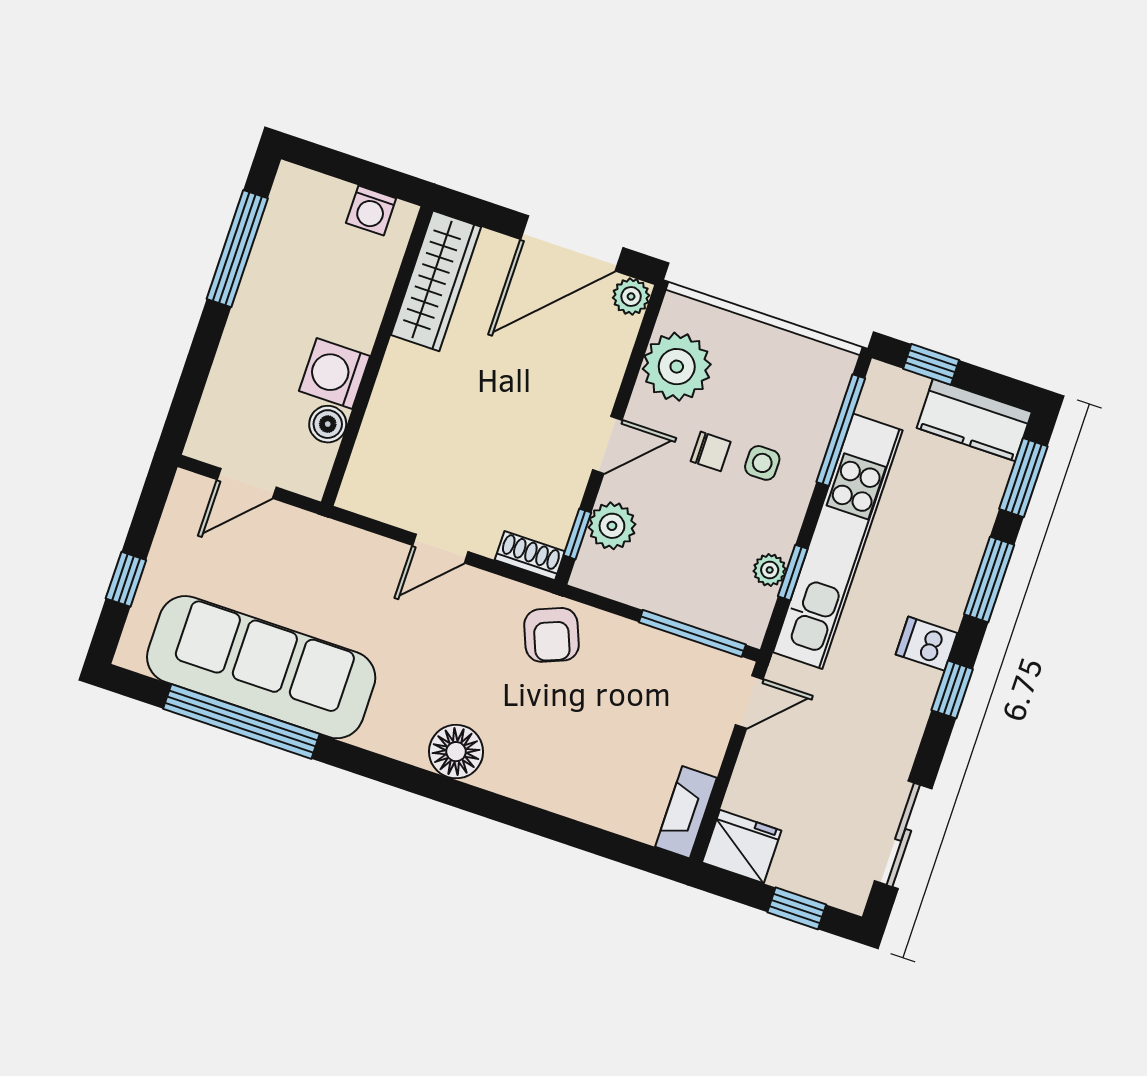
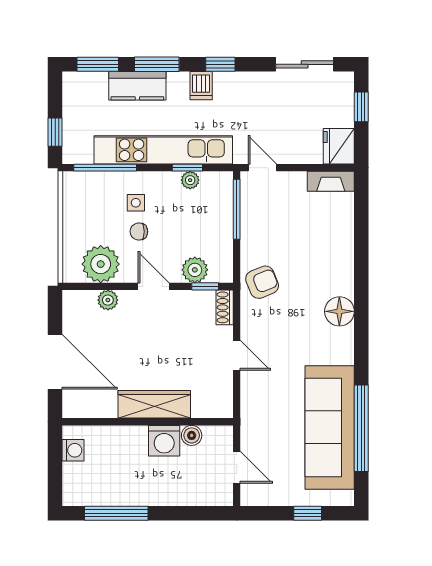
door: (572, 243) -> (55, 362), moved
wardrobe: (436, 281) -> (154, 404), moved
plant: (631, 297) -> (108, 300), moved
kitchen counter: (974, 420) -> (137, 86), moved, turned 90
chair: (711, 451) -> (139, 232), turned -90

